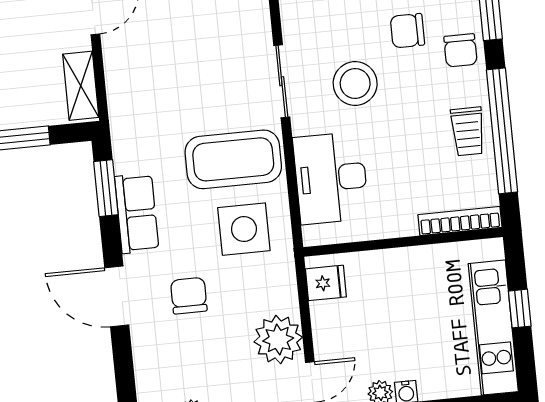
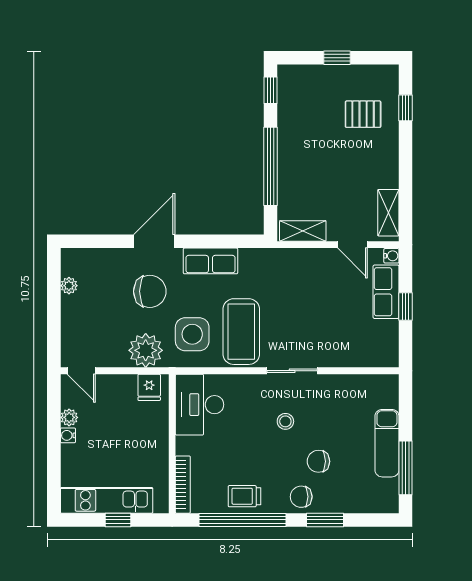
chair: (407, 31) -> (318, 461), turned -90
stool: (355, 83) -> (285, 421), width x0.53, depth x0.53
desk: (331, 178) -> (200, 405), moved, turned -90
window: (106, 188) -> (230, 241), removed
chair: (189, 296) -> (150, 291), width x1.37, depth x1.37
plant: (278, 339) -> (146, 350), moved

